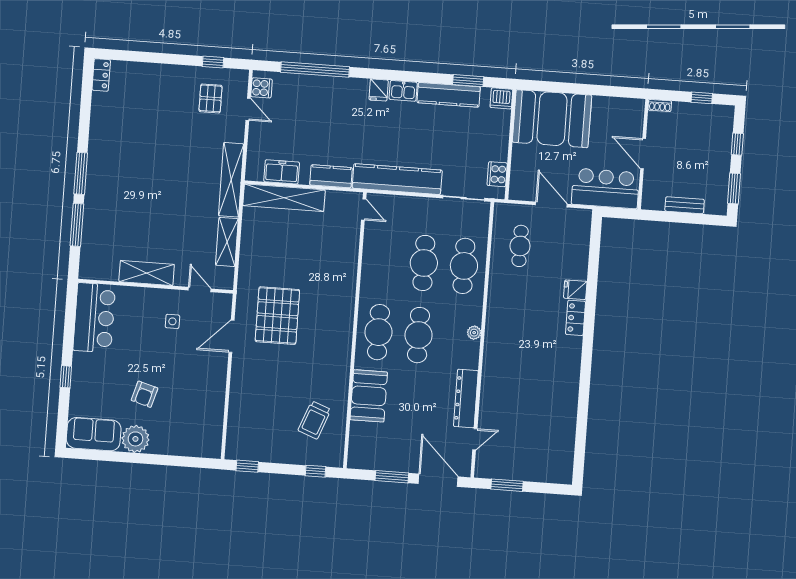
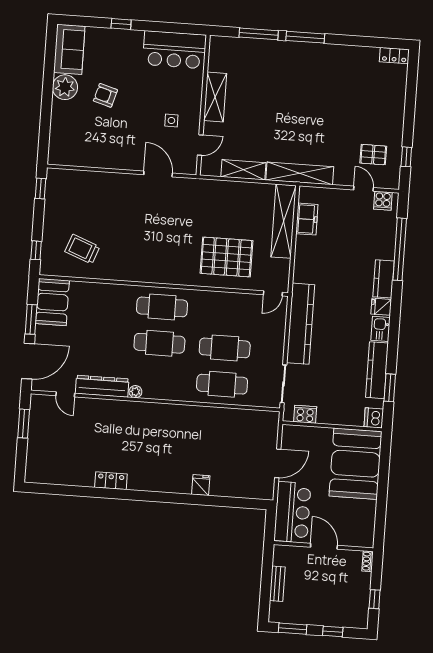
door: (248, 109) -> (364, 189), swing flipped
door: (643, 154) -> (324, 546), hinge flipped
kitchen counter: (331, 176) -> (383, 279), moved, turned 180
cafe table: (520, 246) -> (240, 435), removed
pallet: (277, 316) -> (226, 257), moved
locker: (576, 318) -> (111, 481), moved
plant: (474, 333) -> (135, 392), moved
booth: (369, 396) -> (52, 302), moved, turned 90

